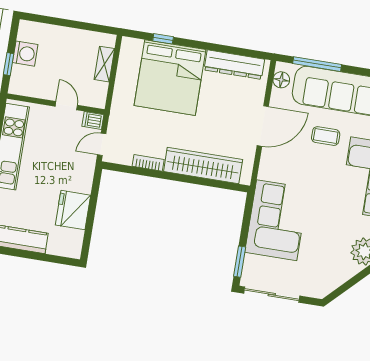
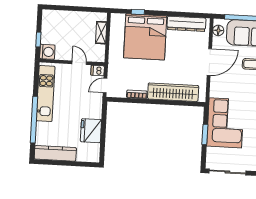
washing machine: (25, 54) -> (47, 52), moved
window: (240, 262) -> (205, 134), moved

